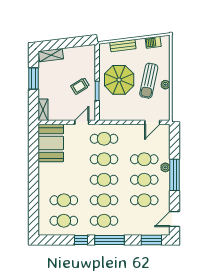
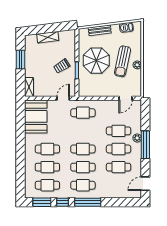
shelving: (51, 55) -> (48, 37), moved
cafe table: (104, 159) -> (47, 149), moved
window: (151, 240) -> (42, 202), moved

